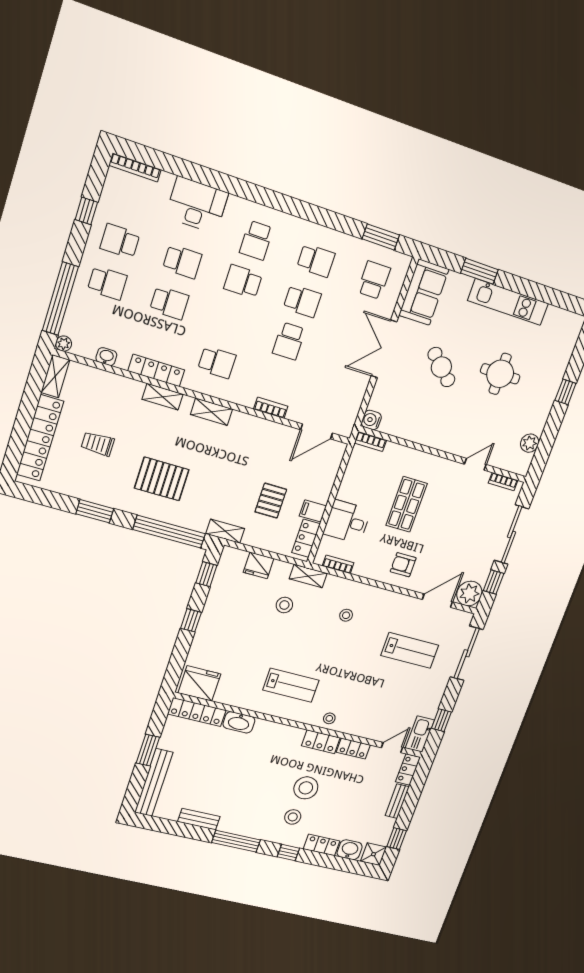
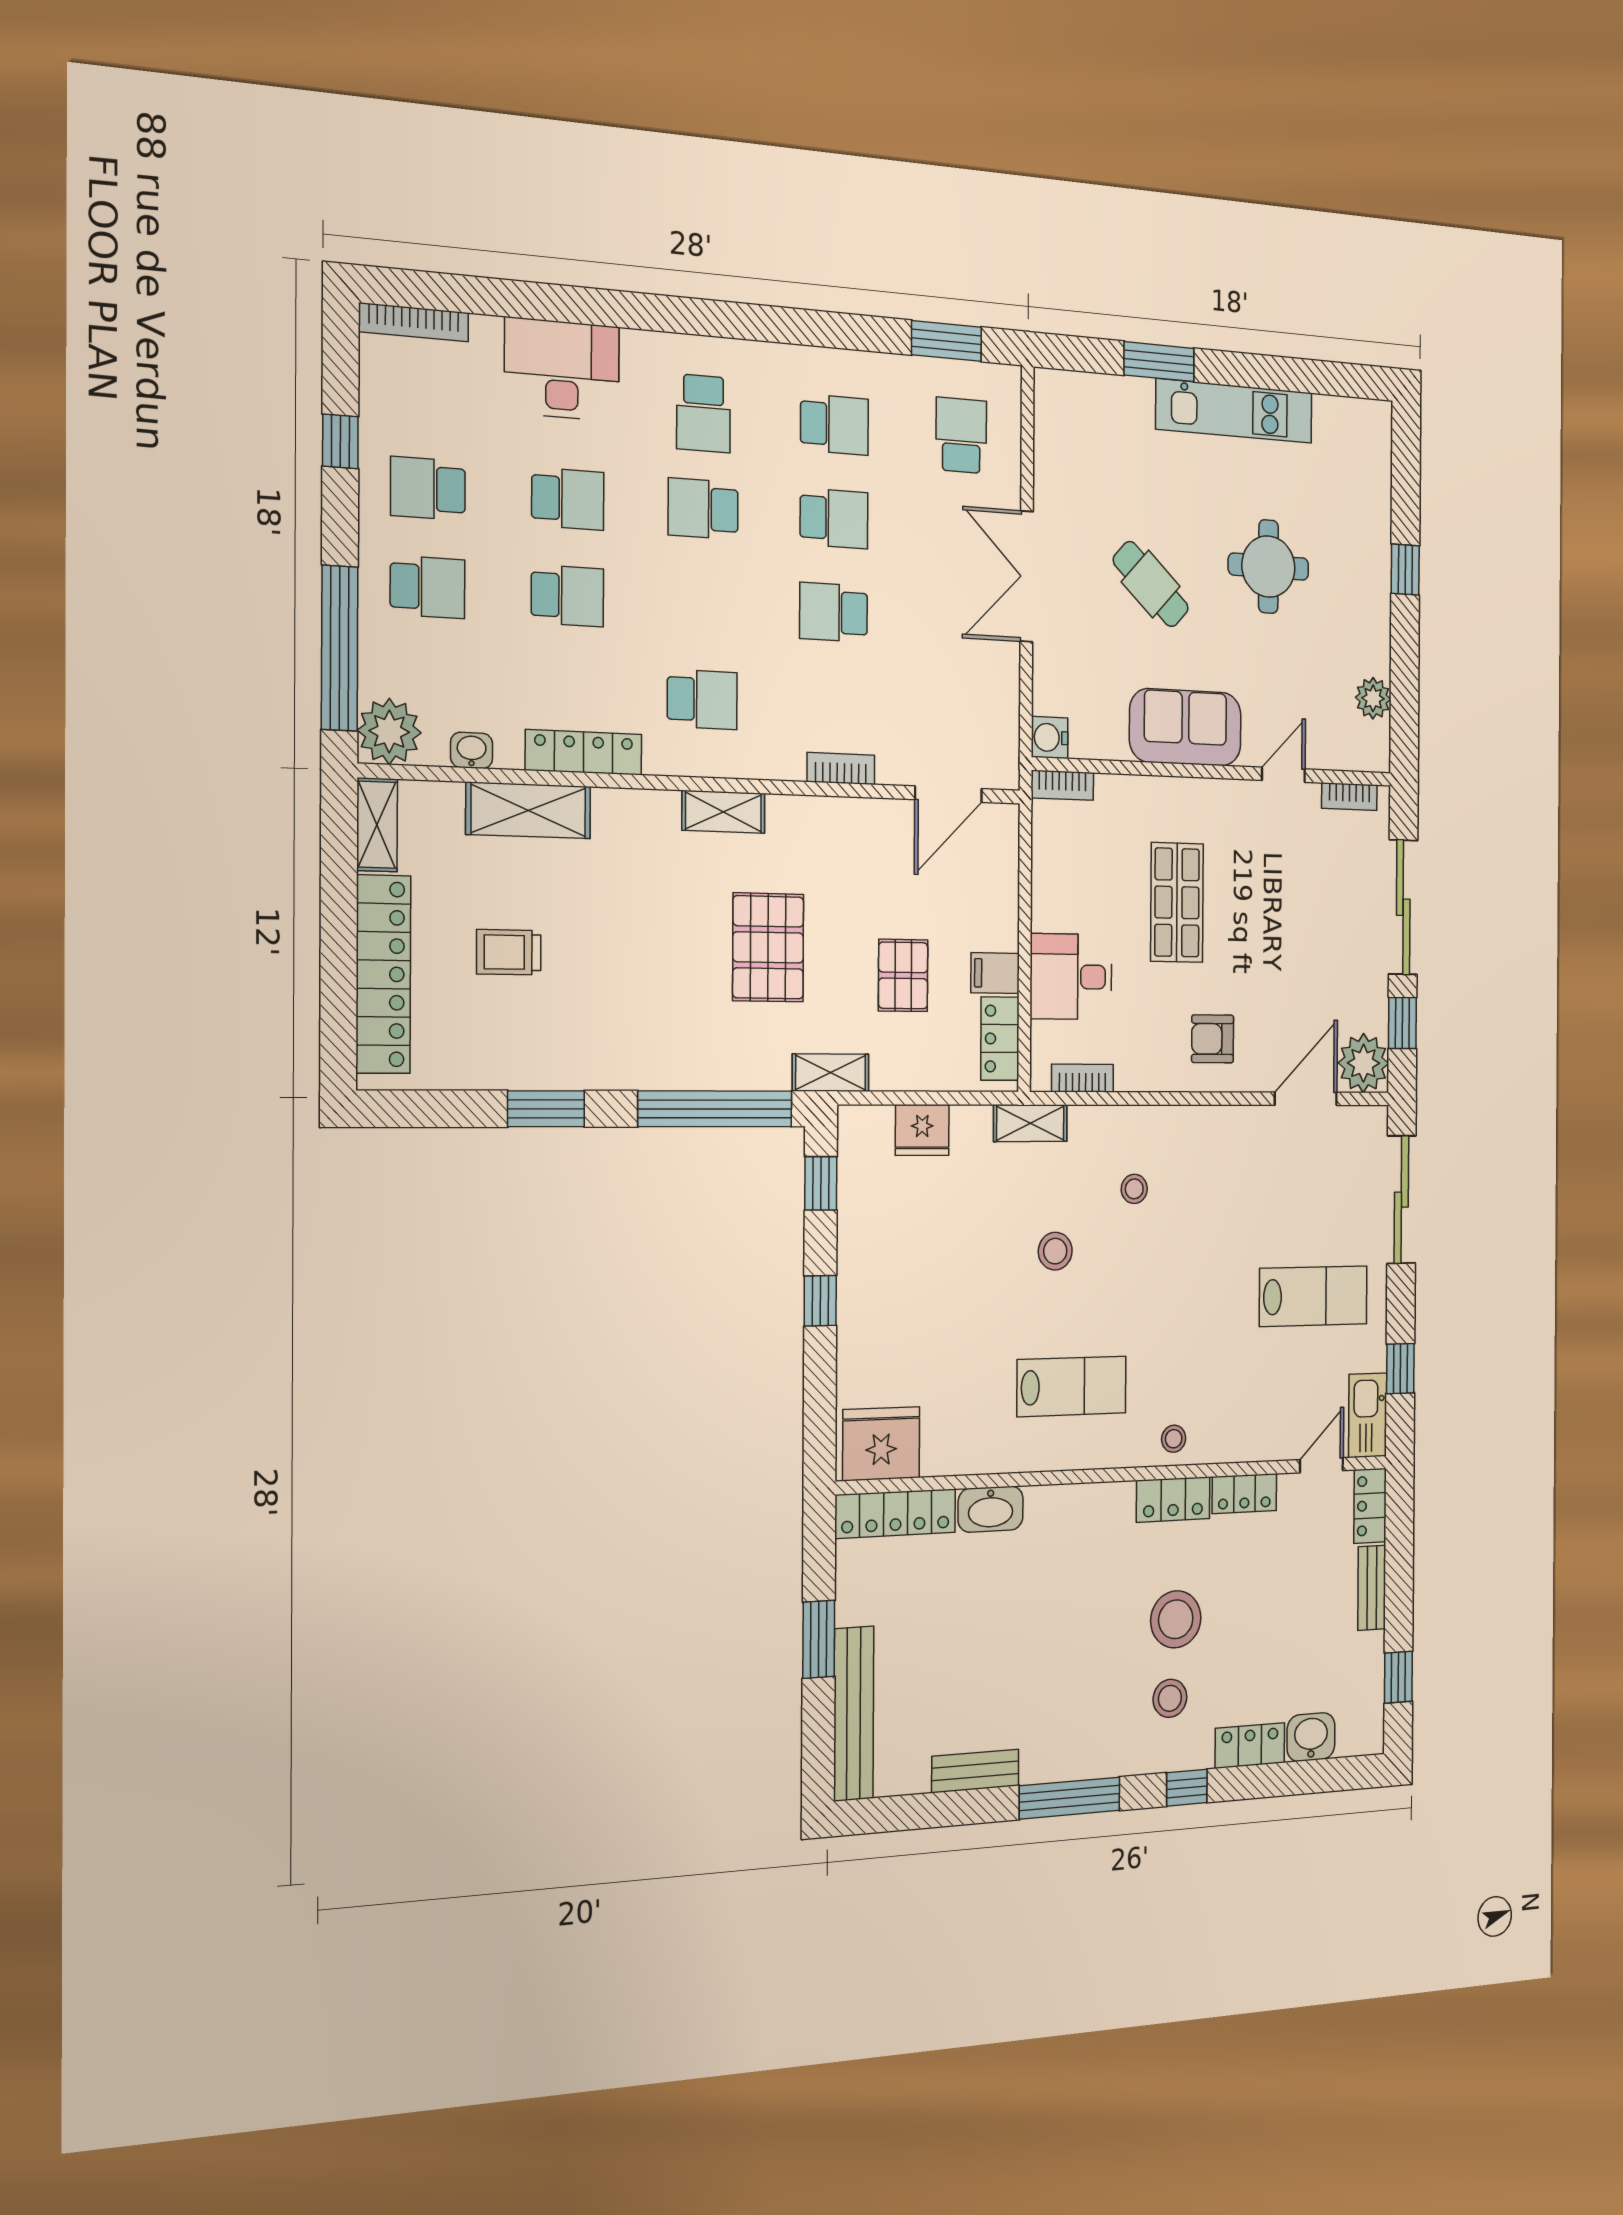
sofa: (424, 292) -> (1185, 727), moved, turned -90
school desk: (289, 341) -> (834, 612), turned 90
plant: (64, 344) -> (389, 731), width x1.88, depth x1.88
shelving: (163, 397) -> (528, 810), moved, width x1.50, depth x1.33
pallet: (162, 479) -> (768, 947), moved, turned 90
stool: (284, 605) -> (1055, 1251), moved
lab bench: (410, 650) -> (1313, 1296), moved
shower: (373, 854) -> (1363, 1731), removed

